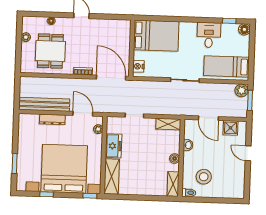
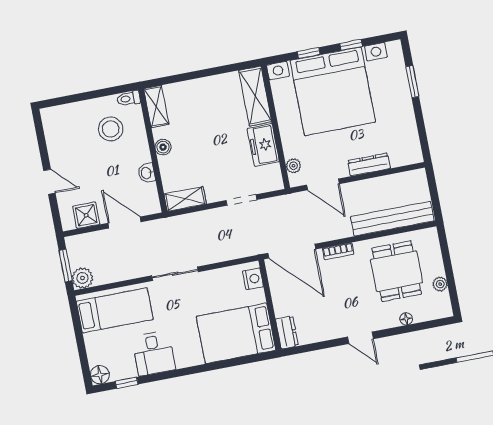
dresser: (125, 29) -> (287, 332), added
bench: (44, 104) -> (392, 219), moved
window: (90, 196) -> (309, 53), moved

